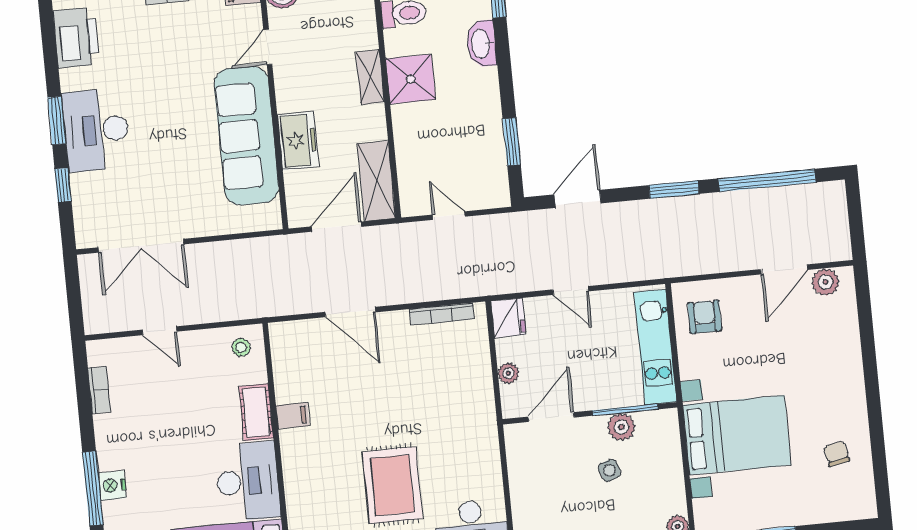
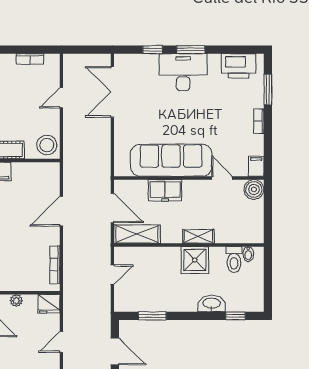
stool: (241, 347) -> (47, 145), width x1.89, depth x1.89

